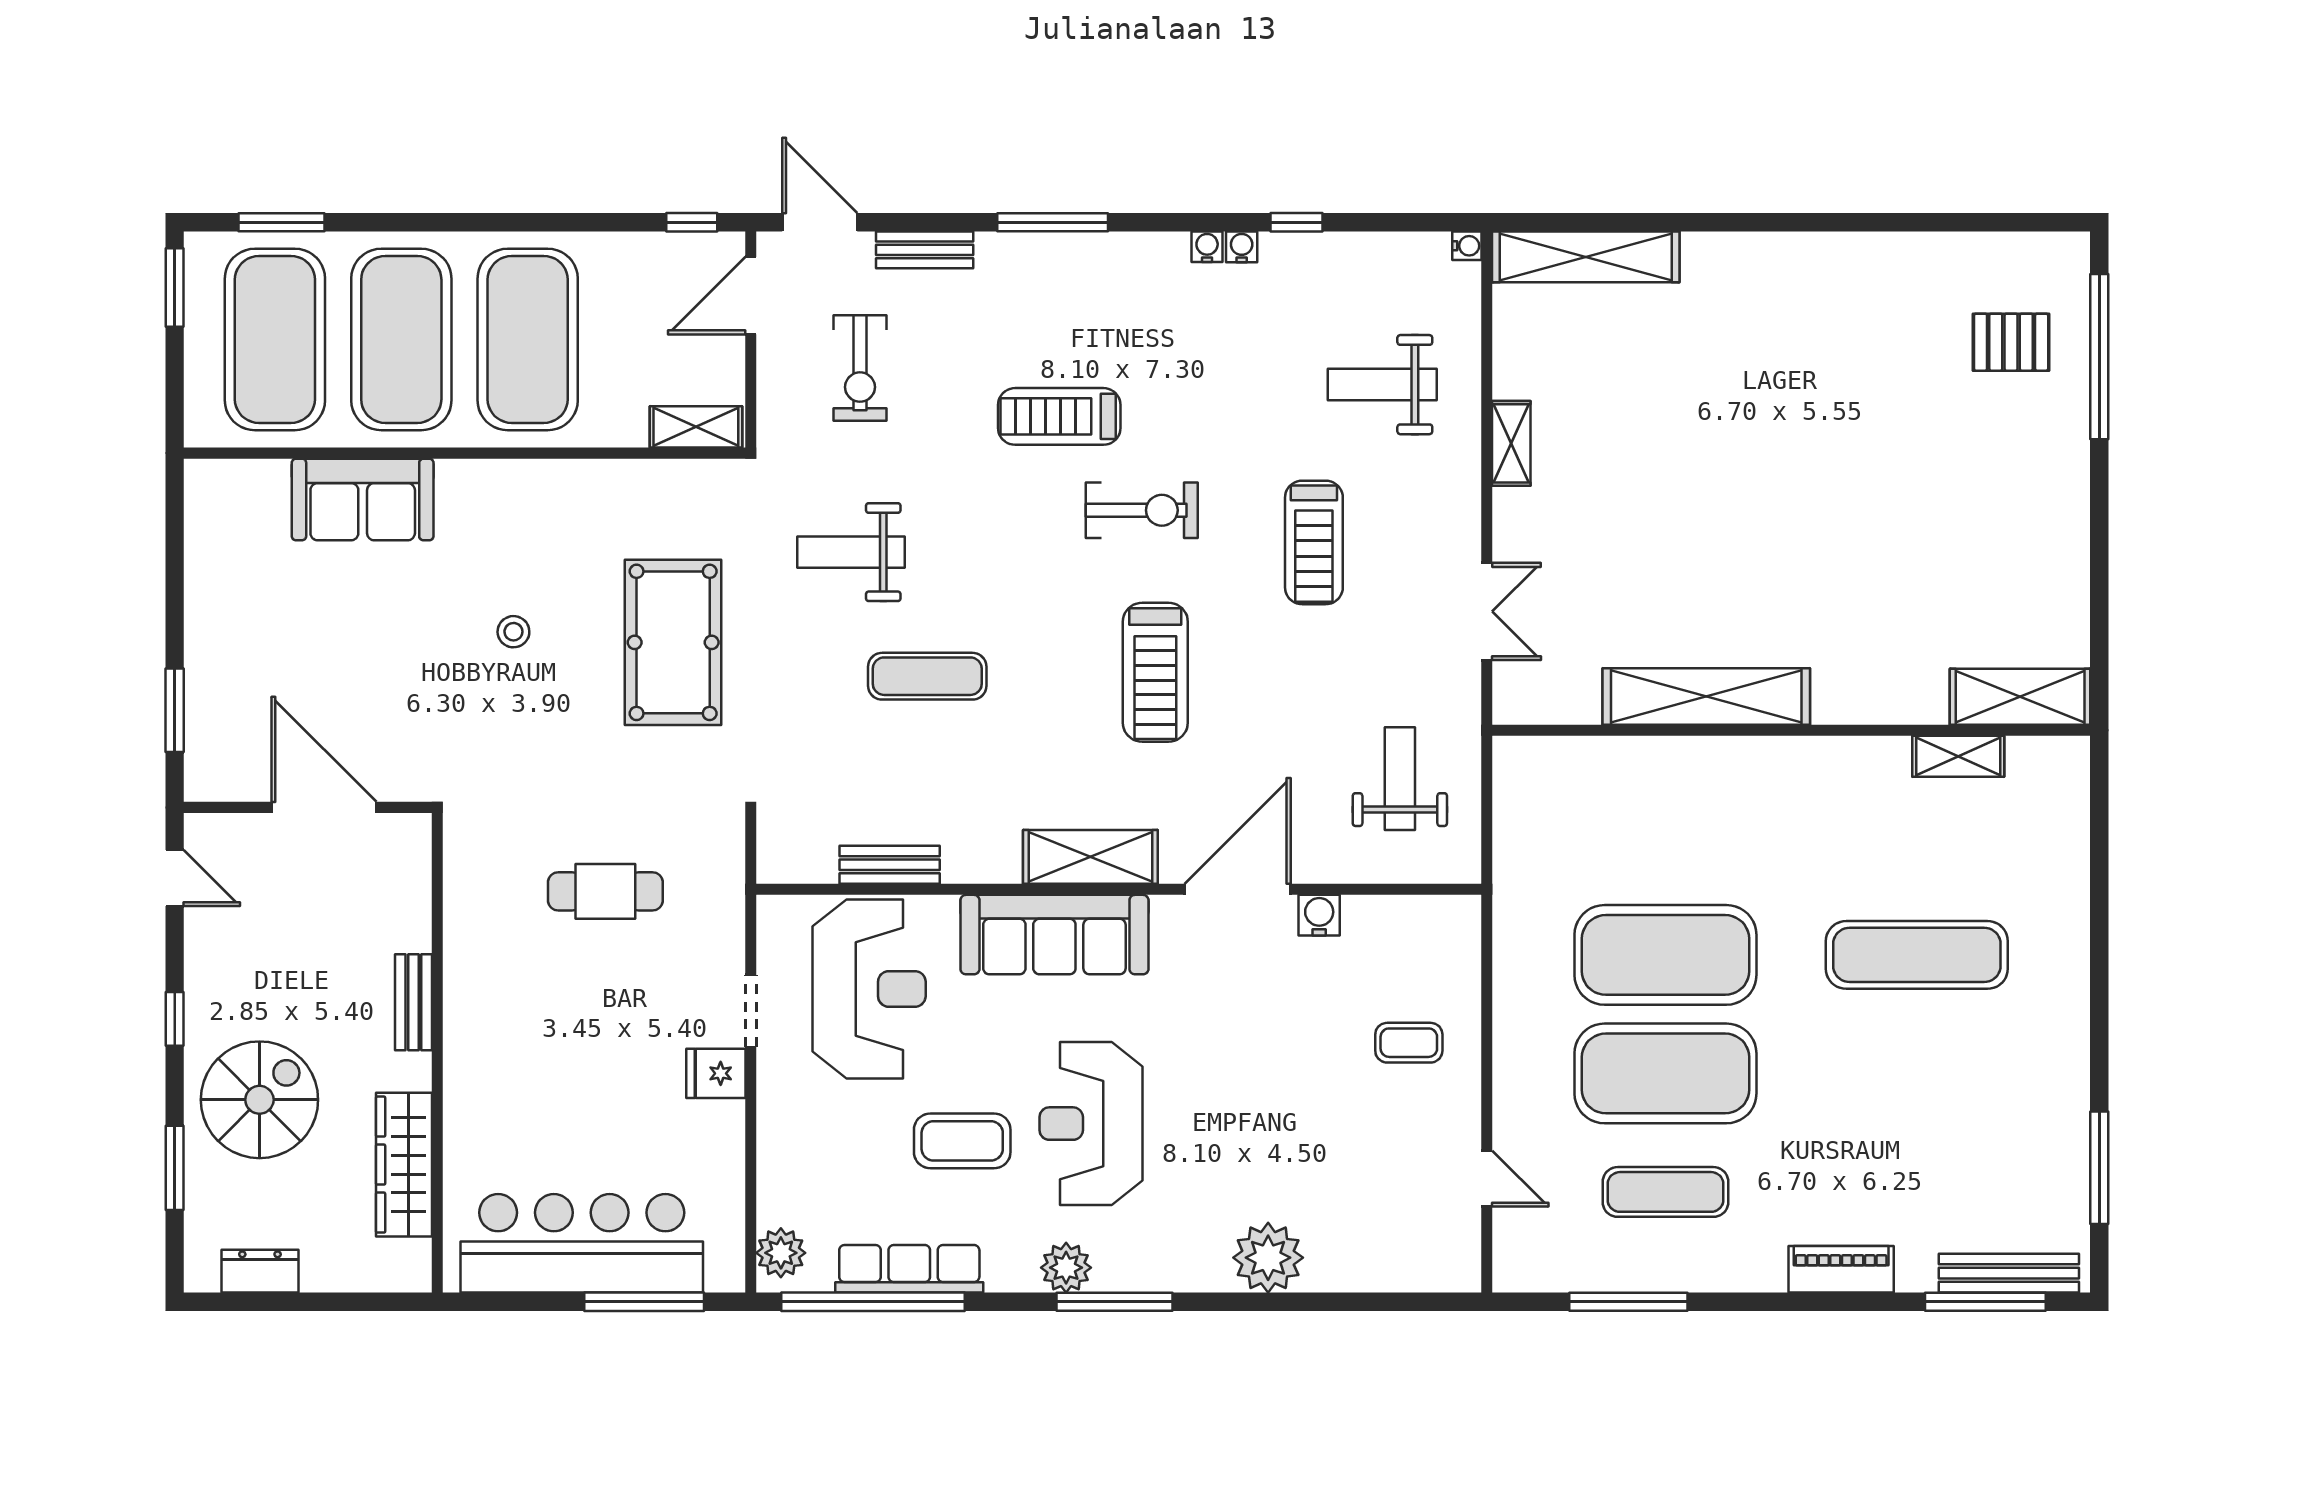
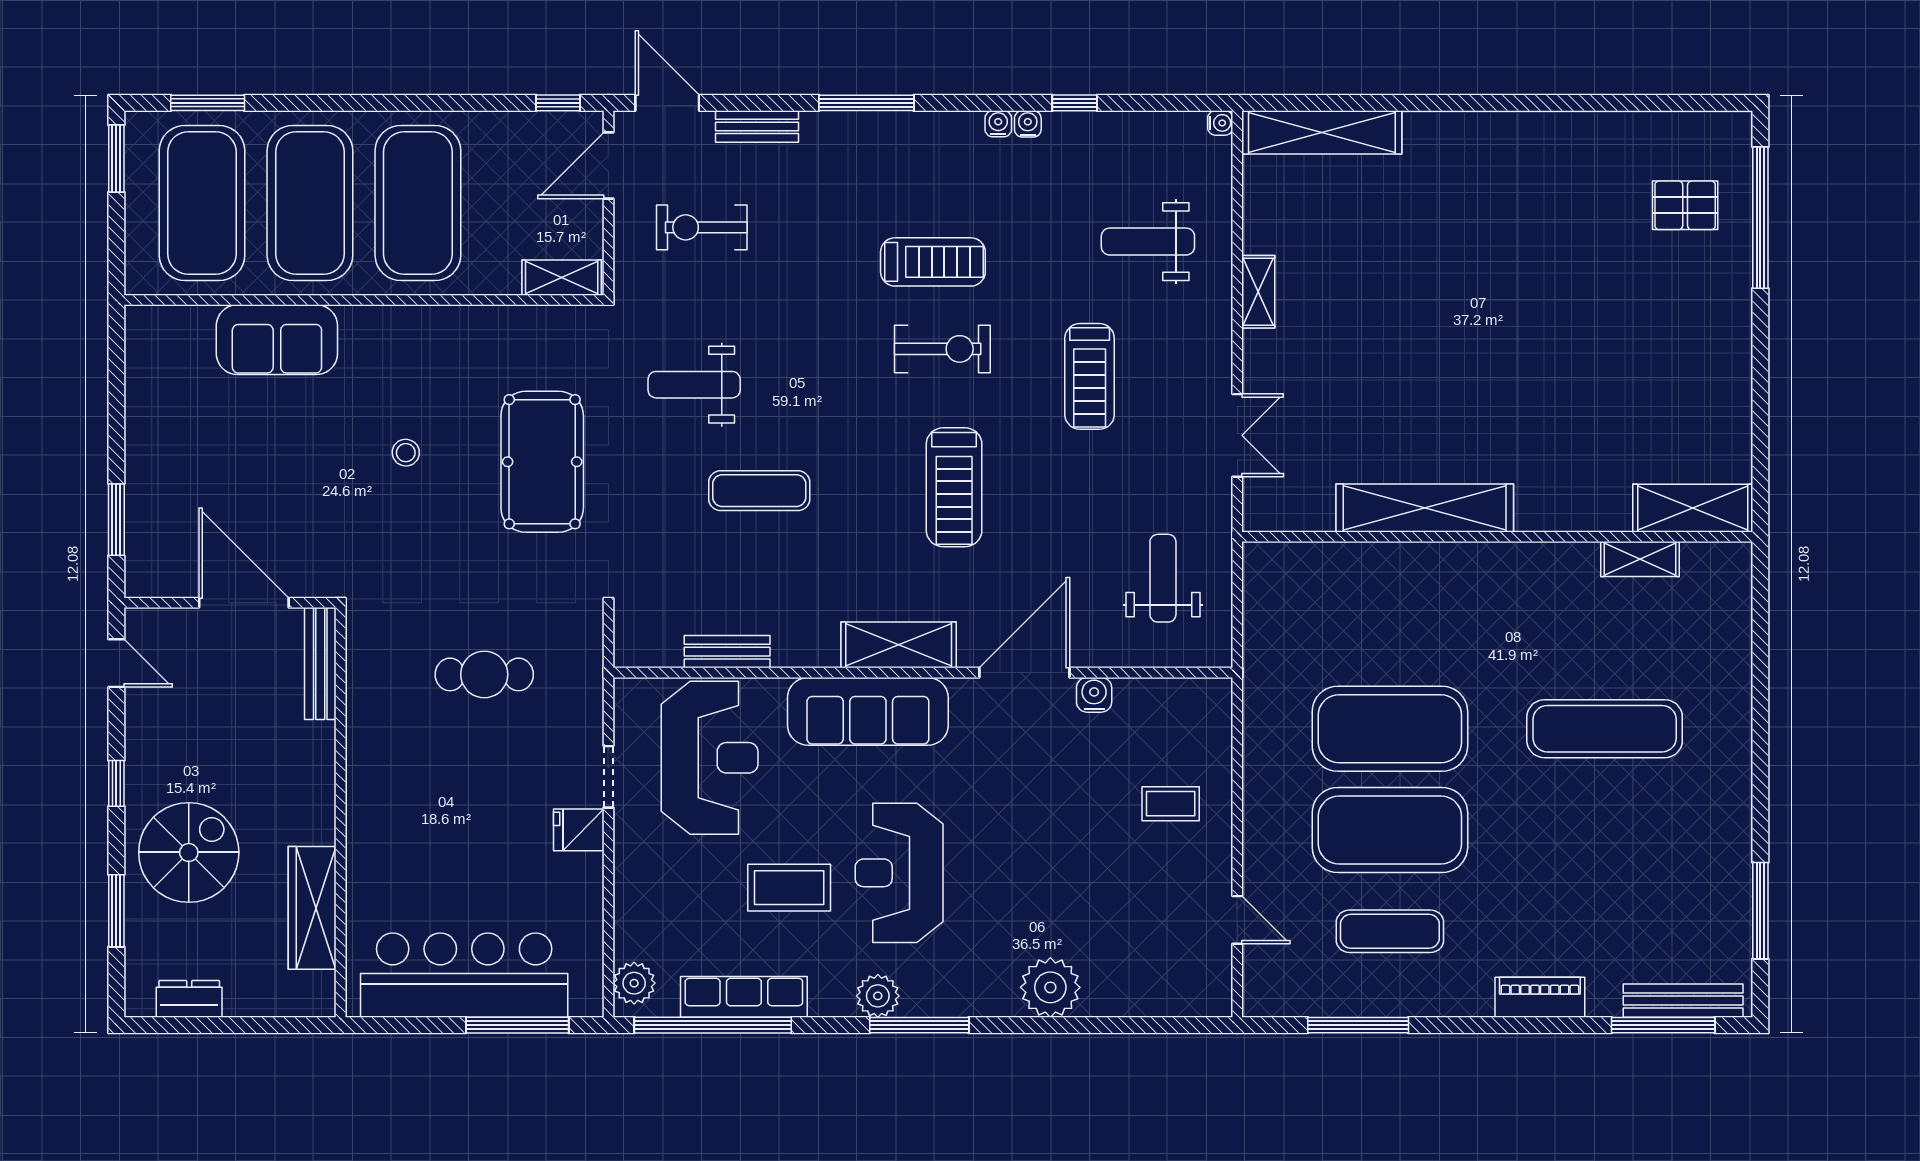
exercise bike: (860, 368) -> (702, 227), turned 90
treadmill: (1059, 416) -> (933, 262), moved, turned 180
bench: (413, 1002) -> (320, 663), moved, width x1.36

